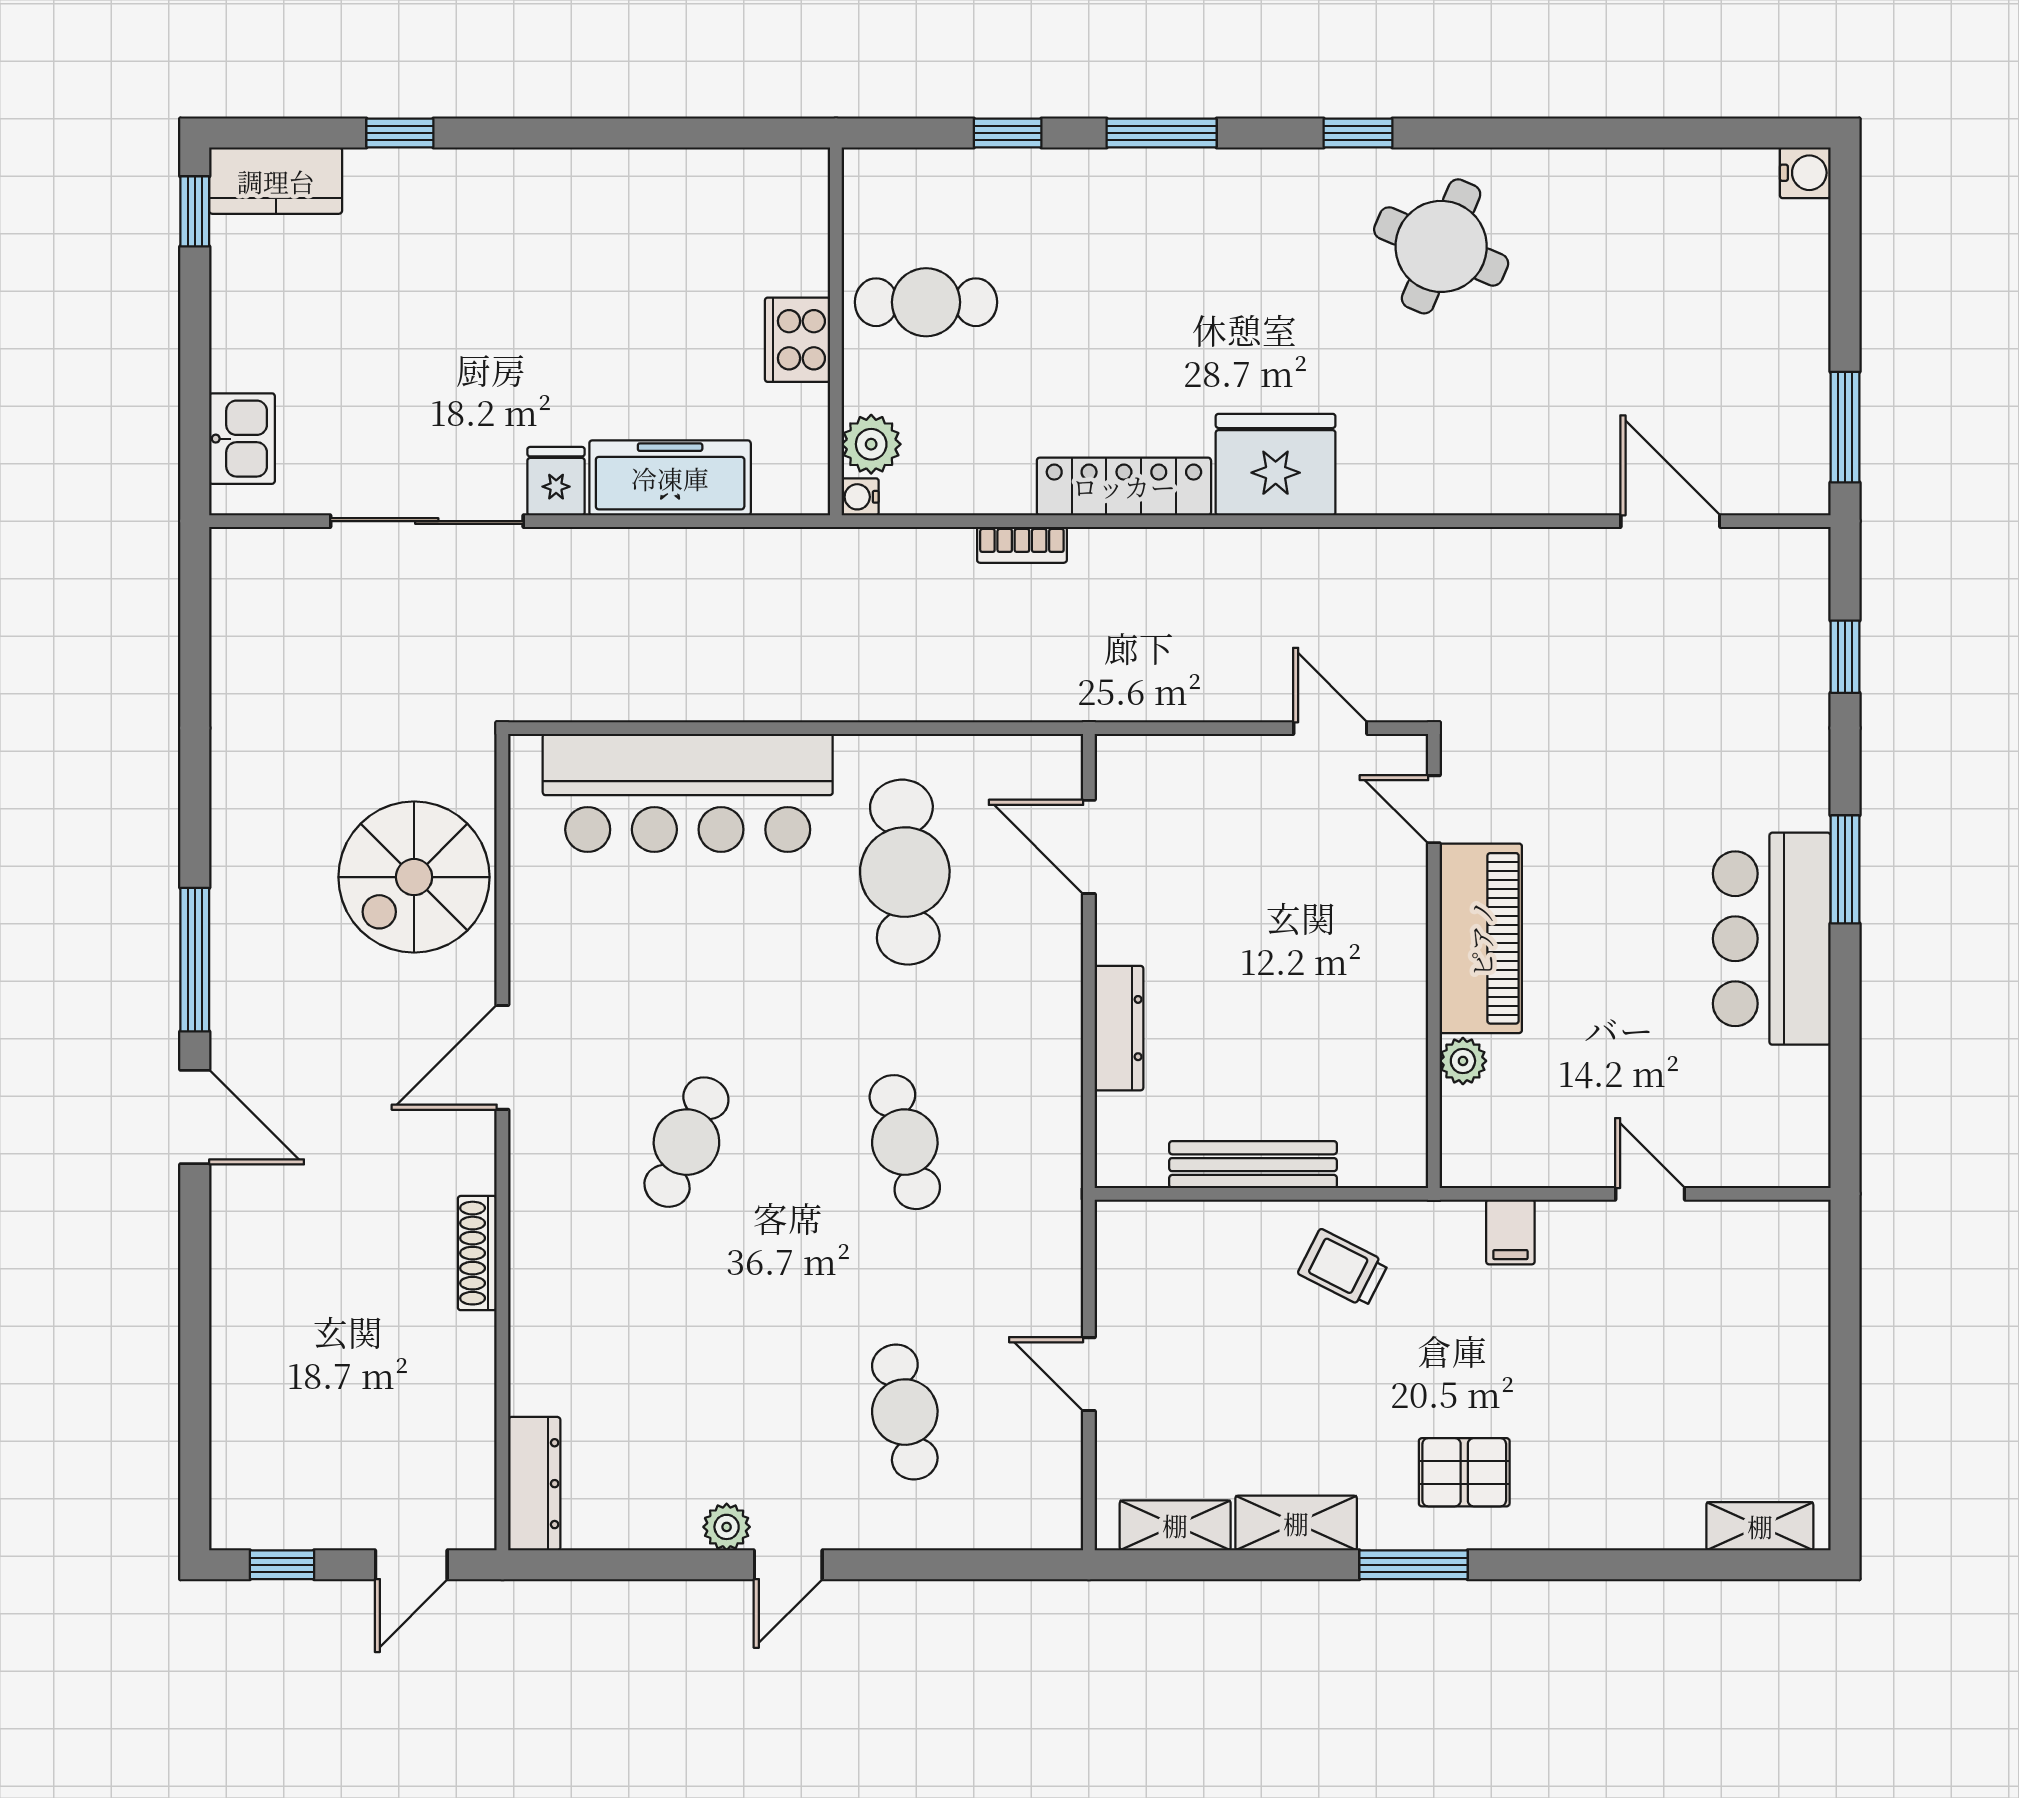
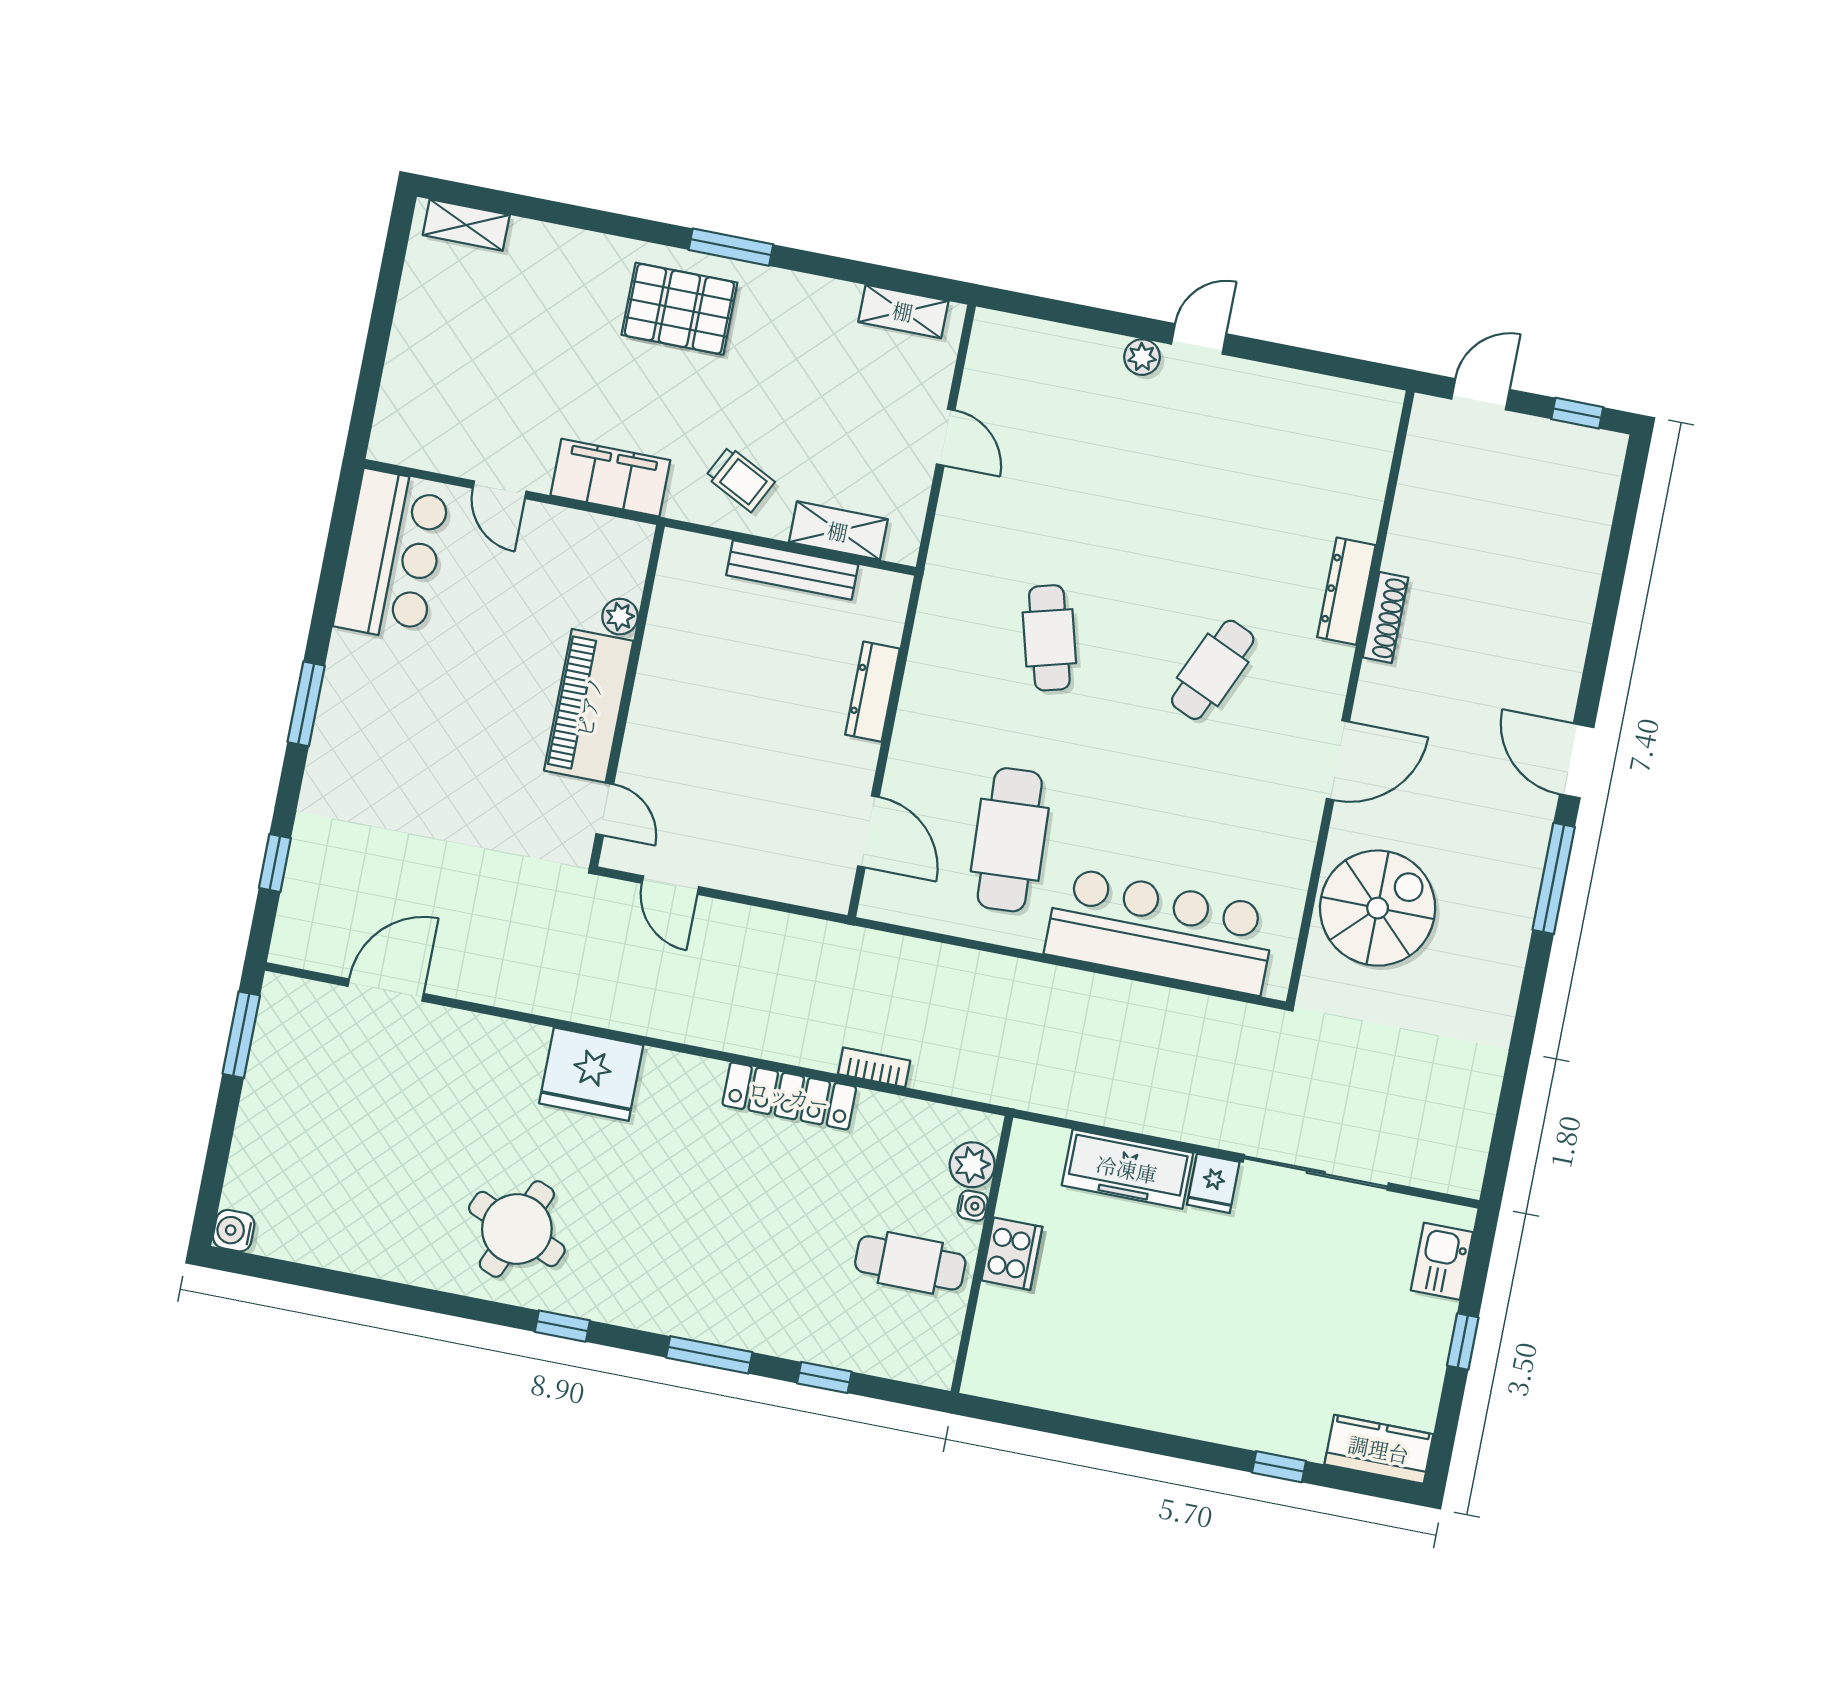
window: (195, 211) -> (1463, 1342), moved
fridge: (1276, 465) -> (591, 1074), moved
water cooler: (860, 497) -> (973, 1206), moved
door: (1670, 521) -> (386, 990), swing flipped
bar counter: (1772, 939) -> (392, 556), moved
filing cabinet: (1510, 1232) -> (610, 478), width x3.00, depth x1.17
cafe table: (905, 1412) -> (1089, 436), removed
pallet: (1464, 1472) -> (679, 309), width x1.50, depth x1.42
dresser: (534, 1484) -> (1346, 591), moved
shelving: (1296, 1523) -> (838, 531), moved
plant: (727, 1527) -> (1142, 357), moved

